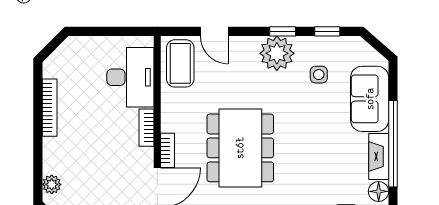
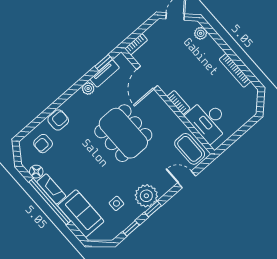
bookcase: (168, 150) -> (158, 100), removed

